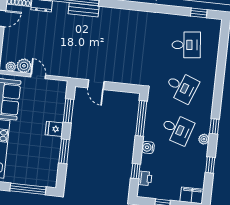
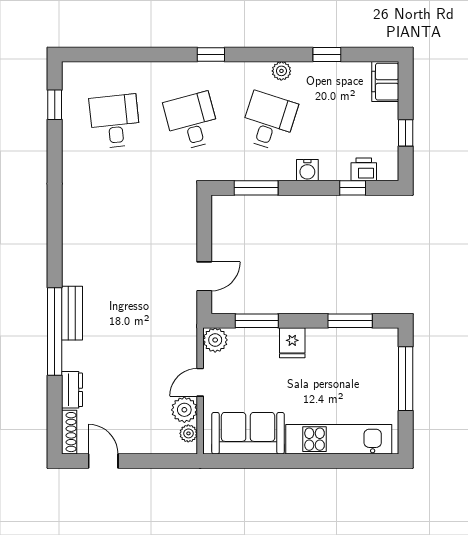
plant: (60, 87) -> (215, 340), added
desk: (182, 87) -> (192, 121), turned -36
window: (141, 118) -> (256, 188), width x0.69
window: (214, 126) -> (211, 54), moved
window: (64, 151) -> (350, 321), moved

